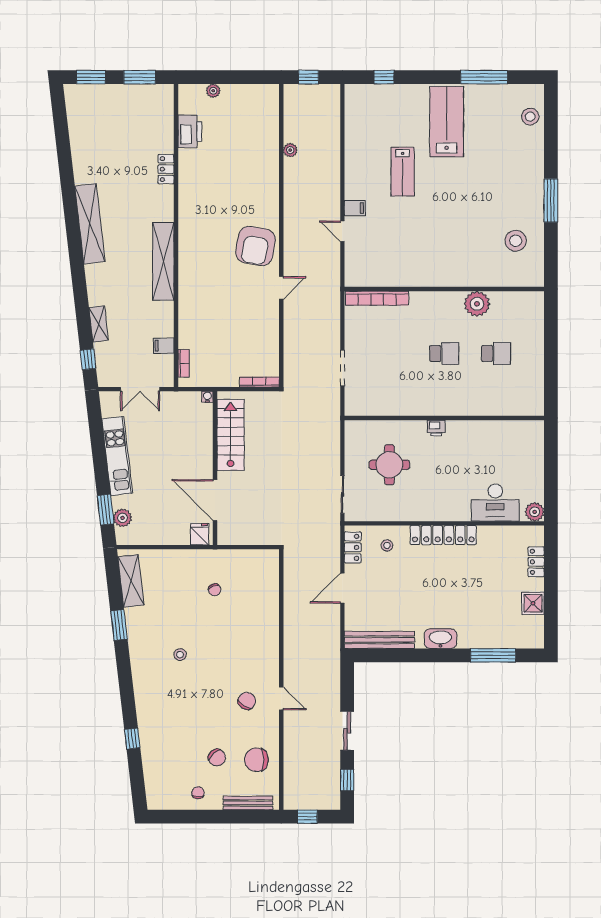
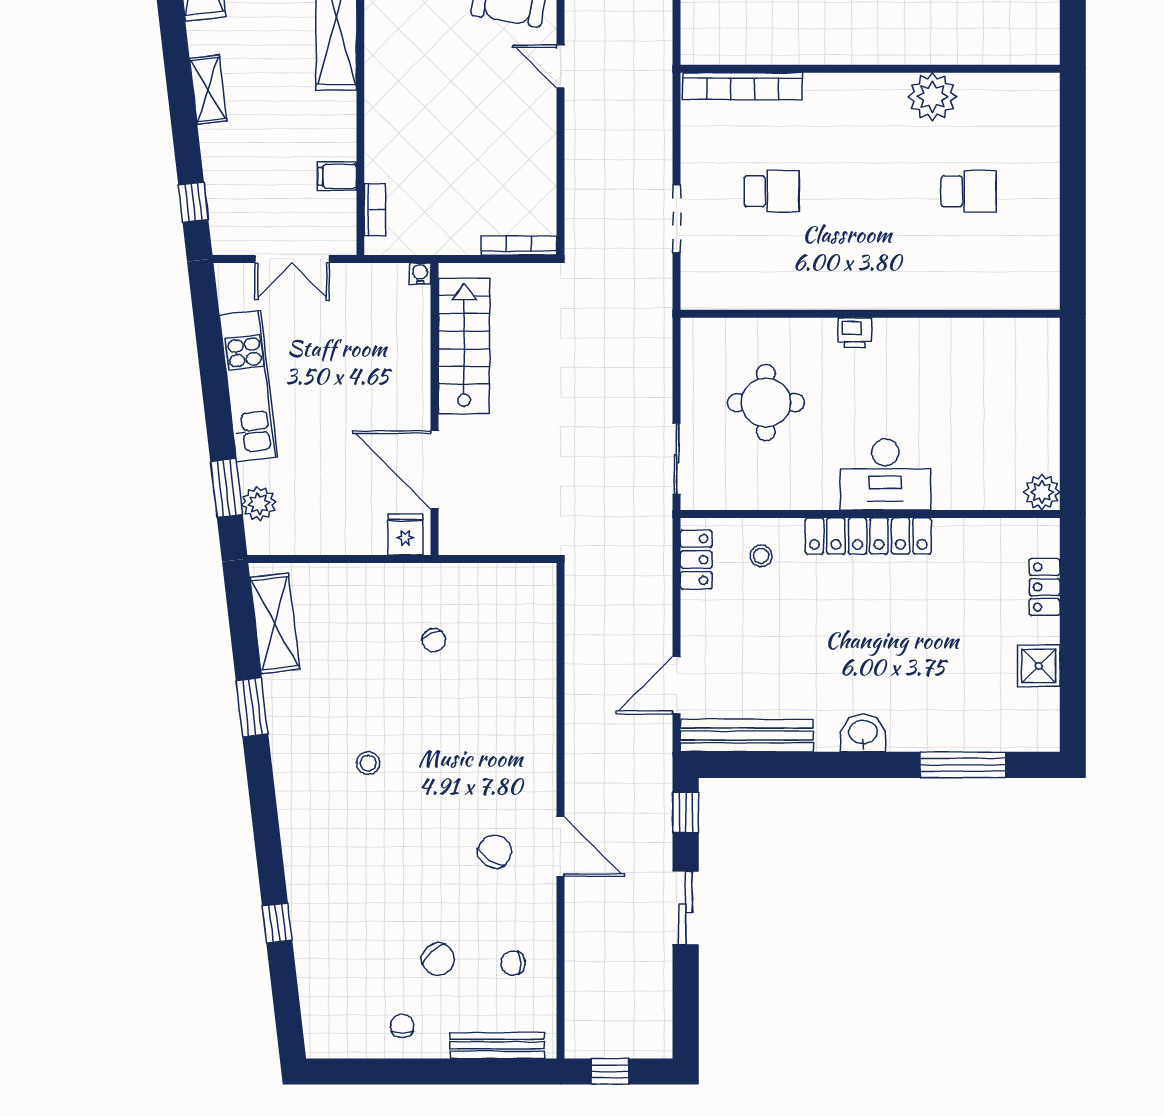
door: (281, 288) -> (560, 66), swing flipped
shelving: (99, 324) -> (208, 90), moved
school desk: (444, 354) -> (772, 191), moved
desk: (495, 503) -> (885, 474), moved
door: (342, 588) -> (677, 685), moved
washbasin: (440, 639) -> (863, 733), width x0.72
door: (281, 698) -> (560, 847), width x1.38
chair: (256, 760) -> (513, 963), width x0.54, depth x0.54
window: (347, 780) -> (686, 812), moved

